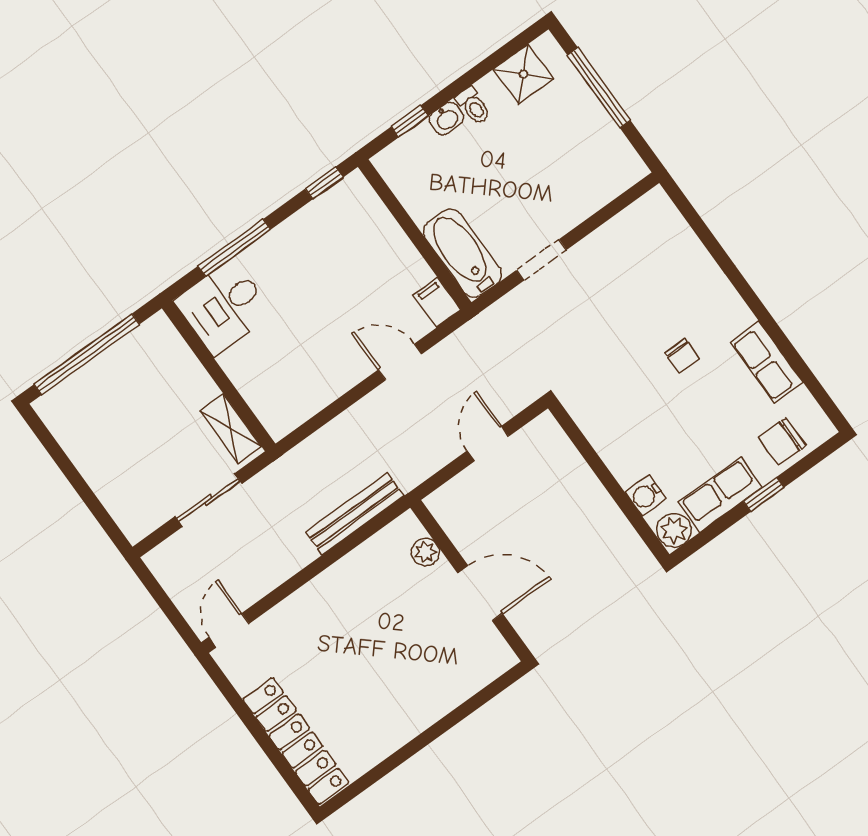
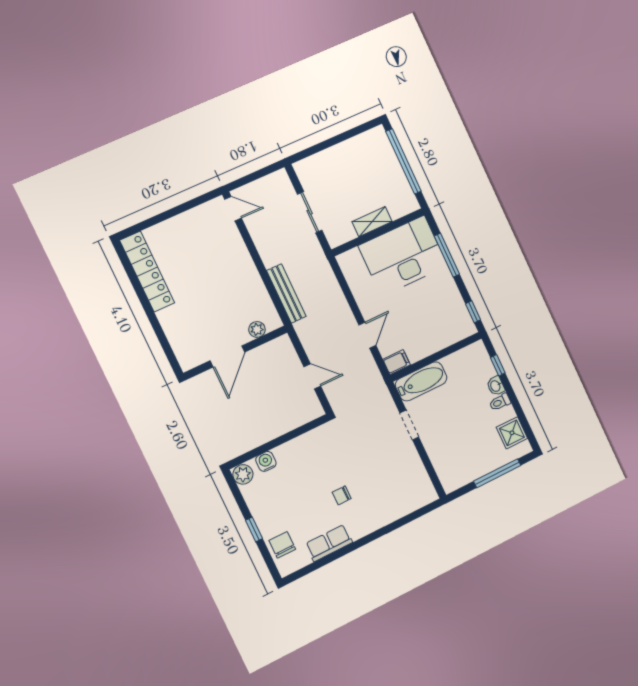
desk: (224, 307) -> (403, 256), width x1.87, depth x1.30
shelving: (230, 429) -> (372, 222), moved
row of seats: (720, 495) -> (258, 504), removed
locker: (296, 741) -> (147, 272), moved, turned -90

